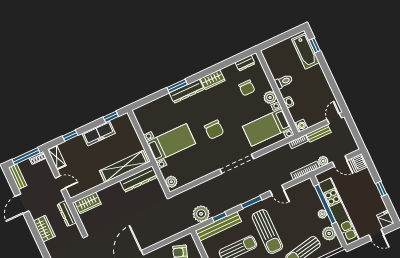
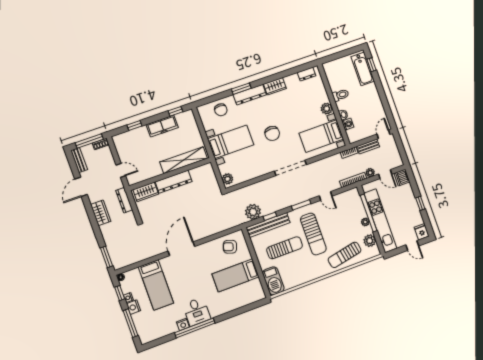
chair: (247, 88) -> (221, 110), moved
washing machine: (301, 126) -> (348, 124), moved
shelving: (57, 157) -> (119, 145), removed
dresser: (139, 179) -> (174, 182), moved

